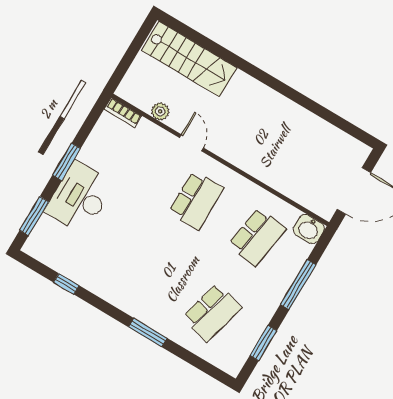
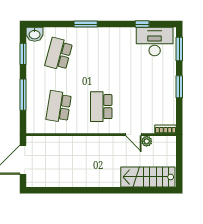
door: (191, 143) -> (133, 135), moved
desk: (80, 197) -> (155, 42), moved, turned -90
washbasin: (309, 229) -> (35, 34), moved, turned 180

